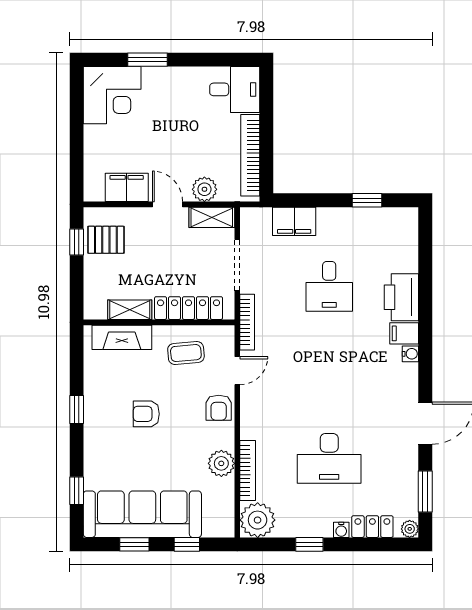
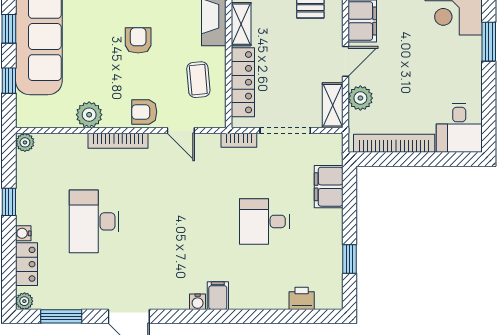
printer: (401, 297) -> (302, 298), moved, width x0.53, depth x0.68
bookcase: (247, 322) -> (239, 140), width x0.64
bookcase: (248, 471) -> (118, 141), moved
plant: (258, 520) -> (25, 142), width x0.53, depth x0.53

